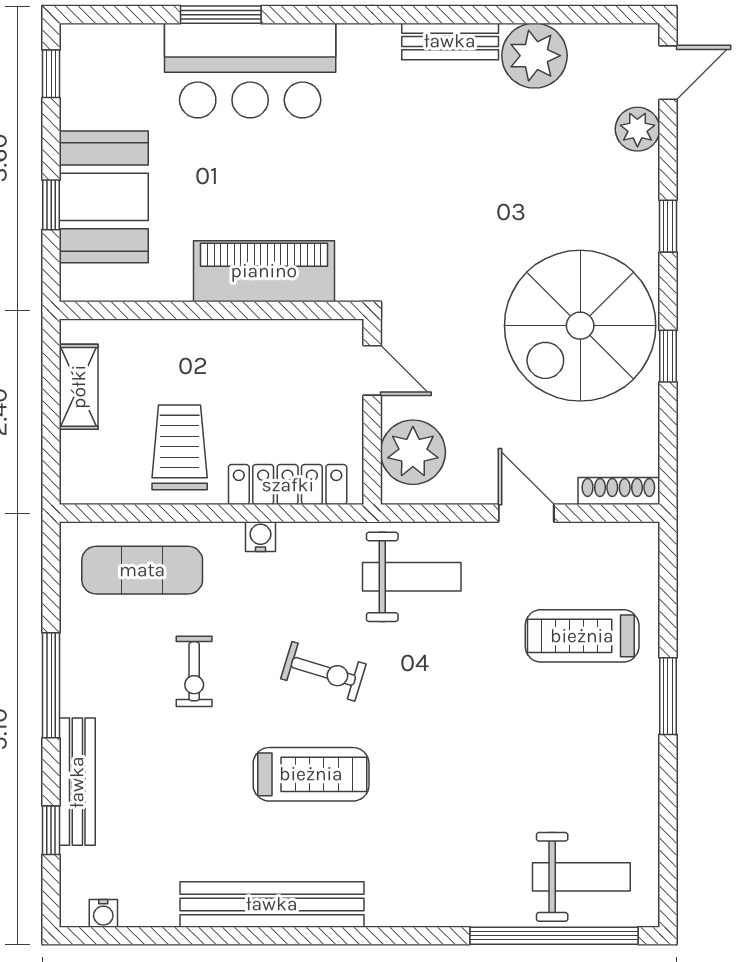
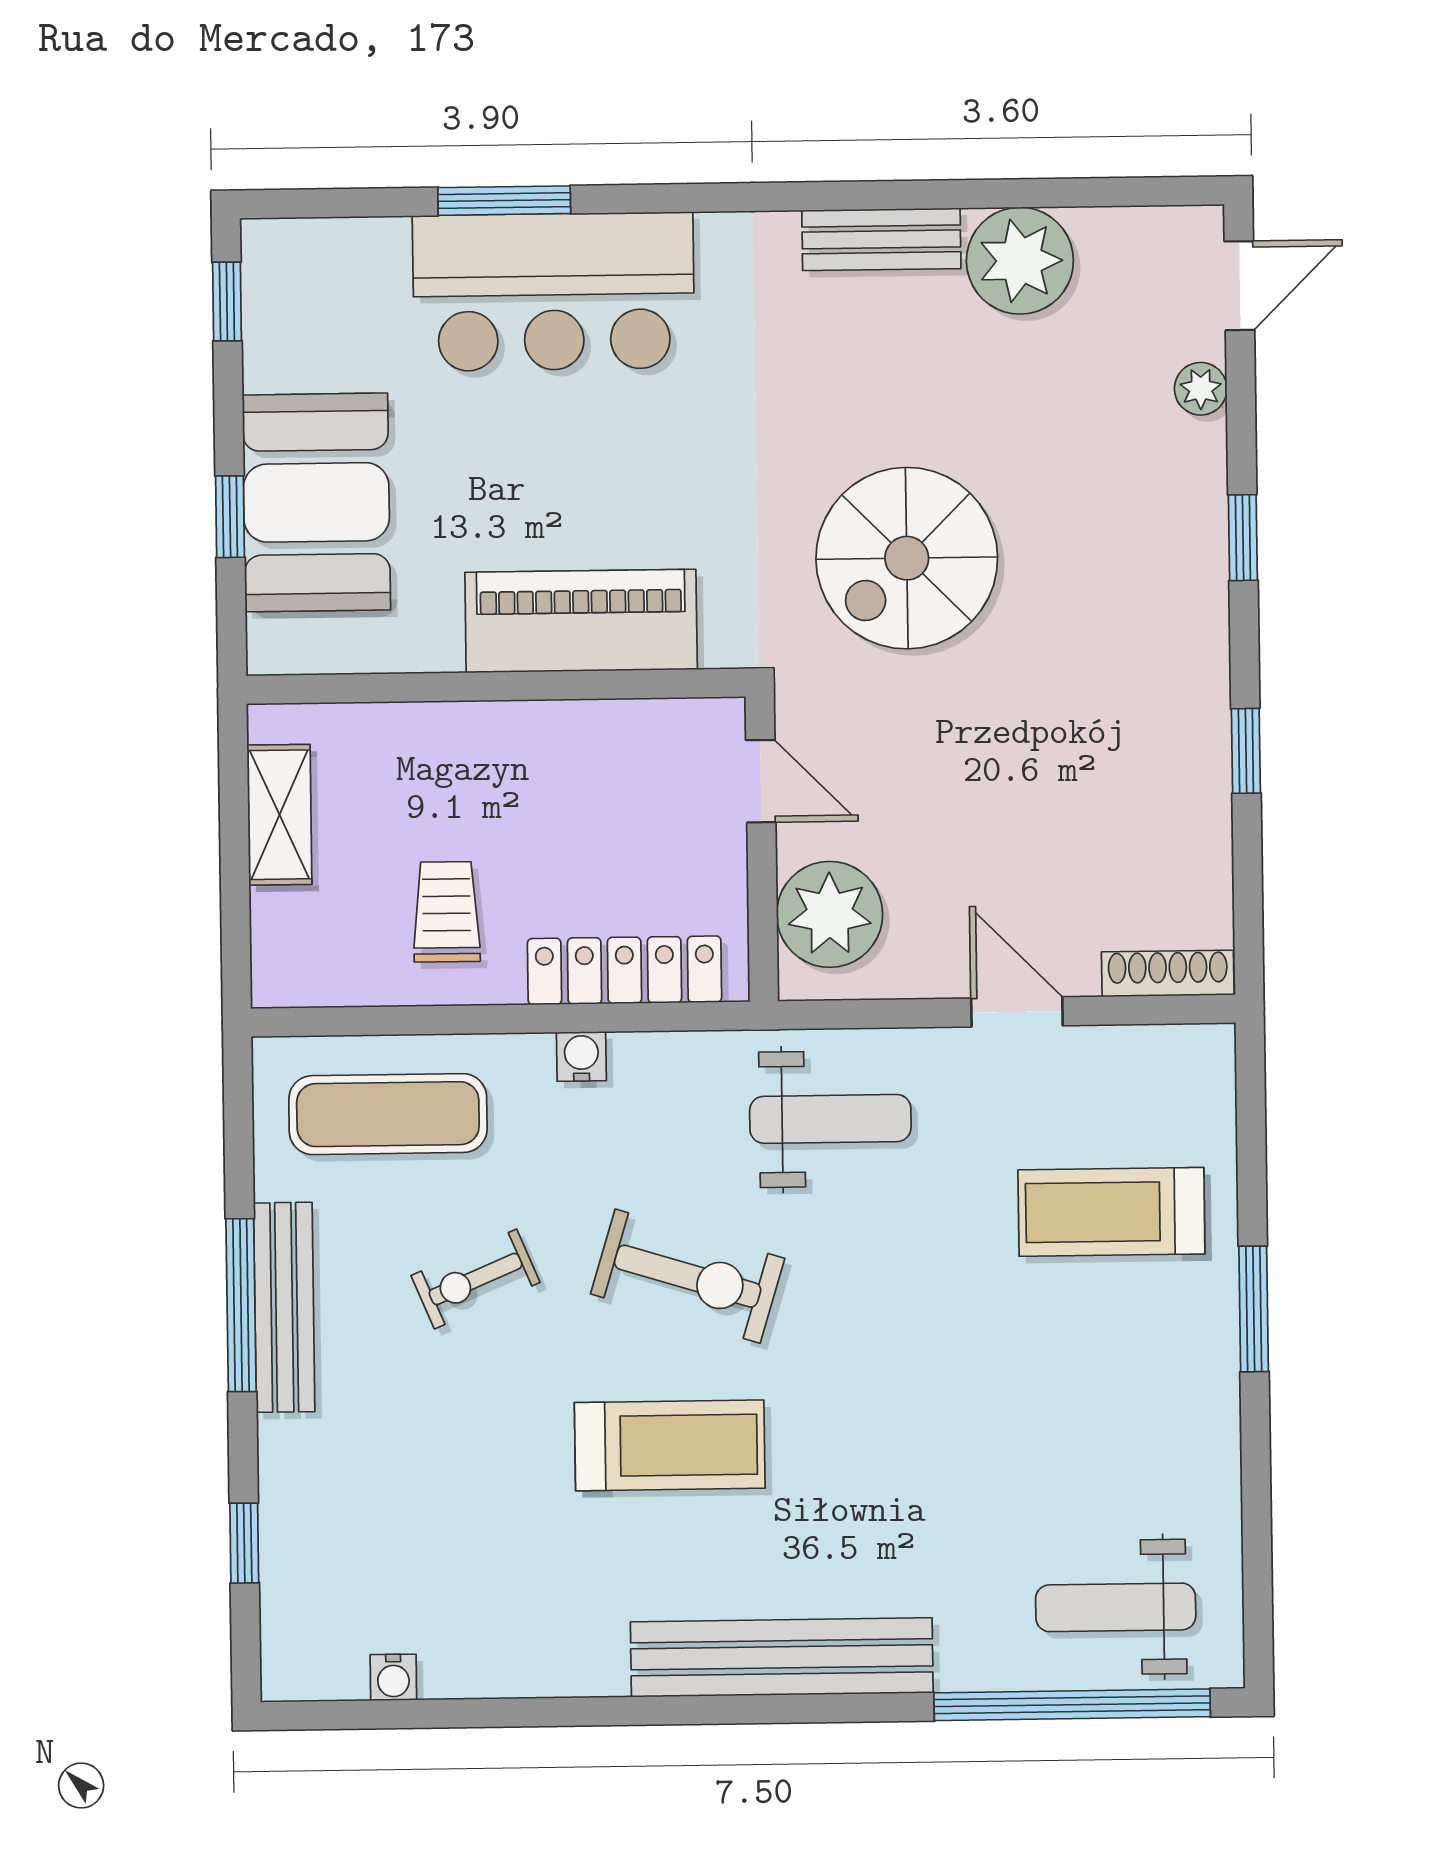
plant: (637, 129) -> (1201, 389), width x0.73, depth x0.73
spiral stairs: (580, 326) -> (907, 558), moved, width x0.73, depth x0.73
trolley: (180, 447) -> (446, 912), width x0.73, depth x0.72
exercise bike: (194, 671) -> (476, 1279), turned 67
exercise bike: (323, 671) -> (688, 1276), width x1.38, depth x1.39
bench: (77, 782) -> (284, 1307), moved
weight bench: (581, 877) -> (1116, 1607), turned 180
bench: (272, 904) -> (782, 1657), moved
water cooler: (103, 913) -> (393, 1677), moved

